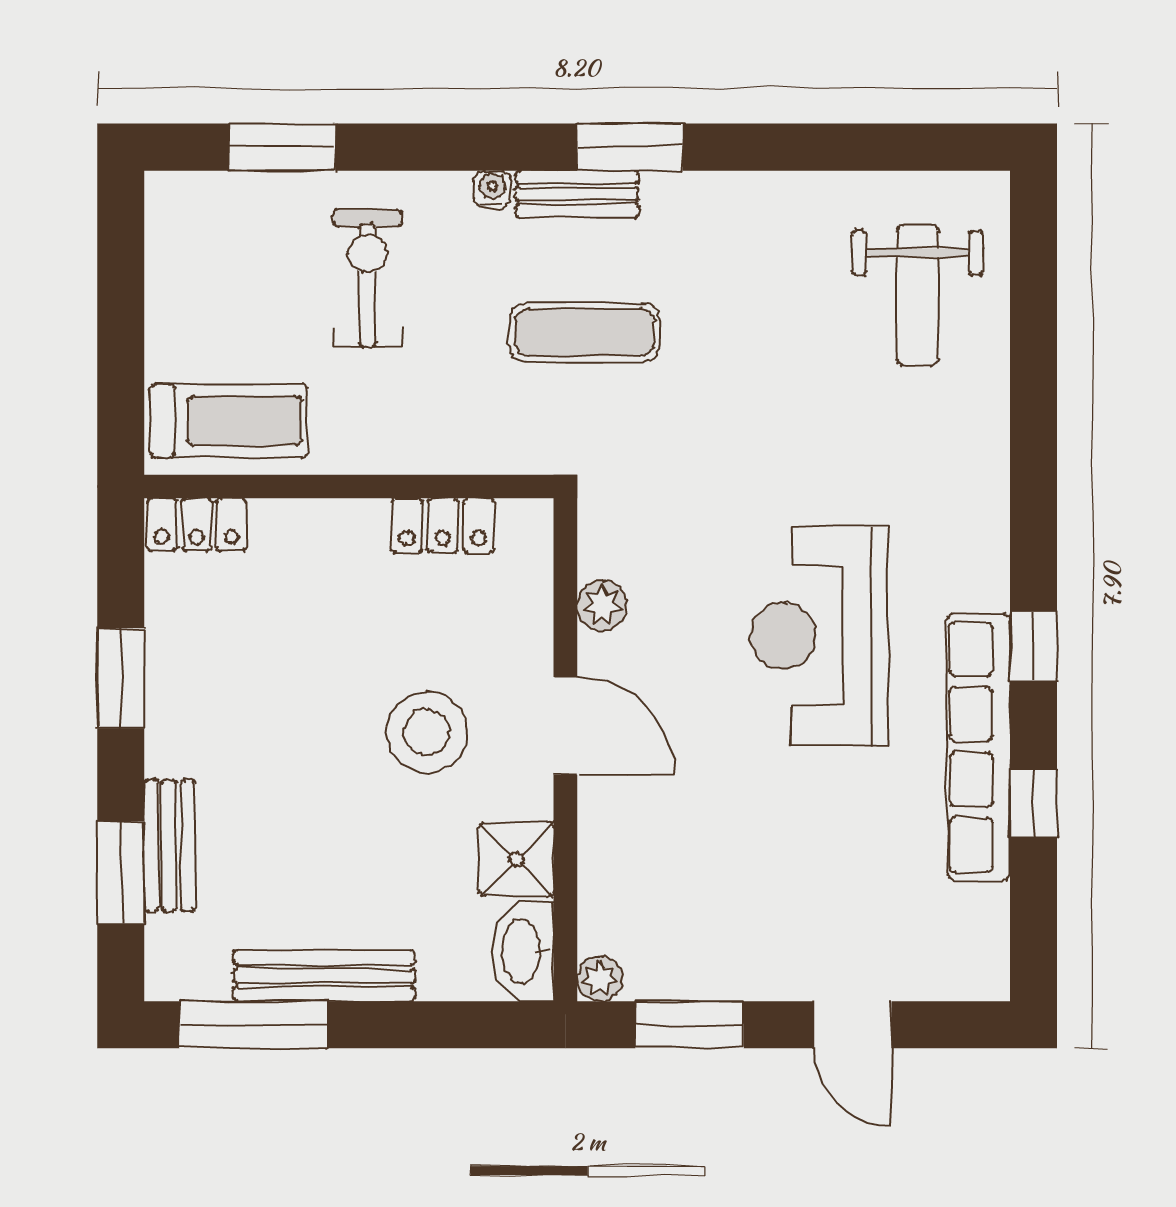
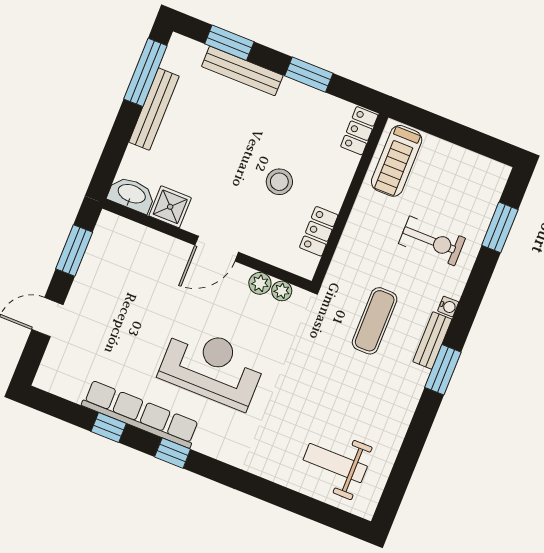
stool: (427, 732) -> (279, 182), moved, width x0.73, depth x0.73
bench: (169, 846) -> (242, 71), width x1.36
plant: (600, 979) -> (282, 291), moved

